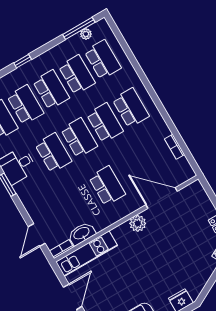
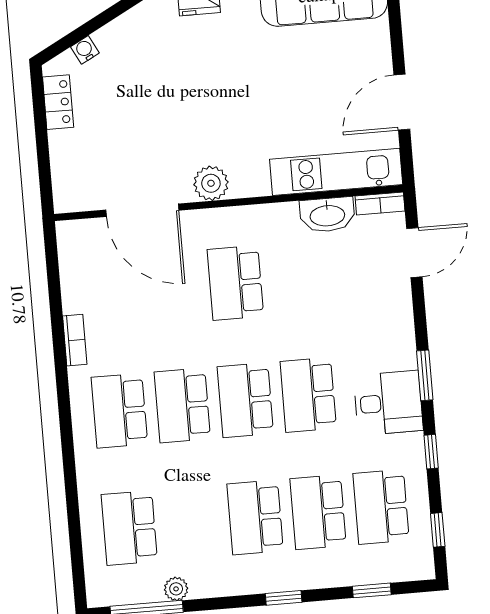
plant: (86, 34) -> (176, 589), moved
school desk: (77, 75) -> (192, 523), removed
bookcase: (175, 147) -> (75, 340), moved

